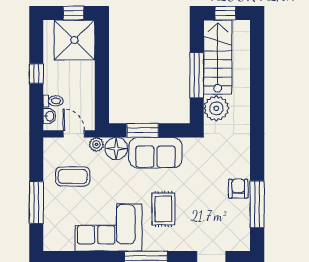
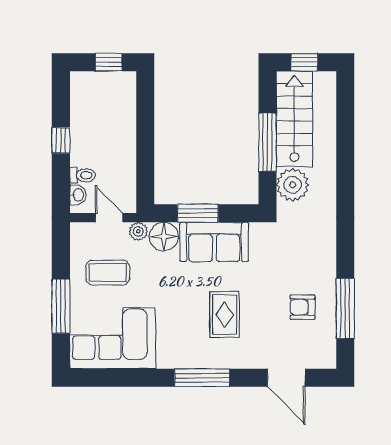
shower: (74, 40) -> (110, 97), removed
armchair: (238, 189) -> (303, 307), moved, turned -90
corner sofa: (108, 227) -> (113, 338), moved

